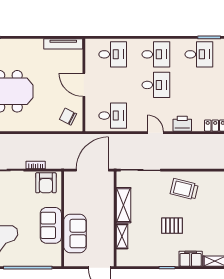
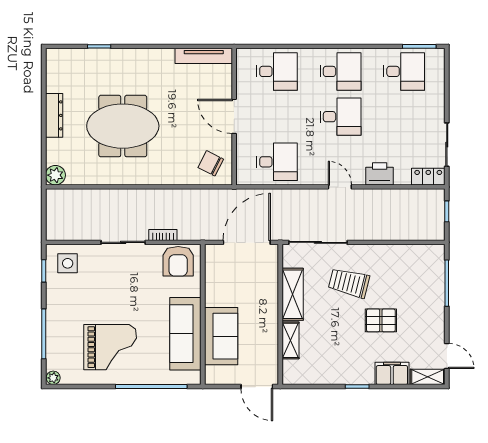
trolley: (184, 189) -> (349, 283), moved
sofa: (51, 225) -> (185, 334), width x1.36
pallet: (172, 226) -> (381, 320), moved

